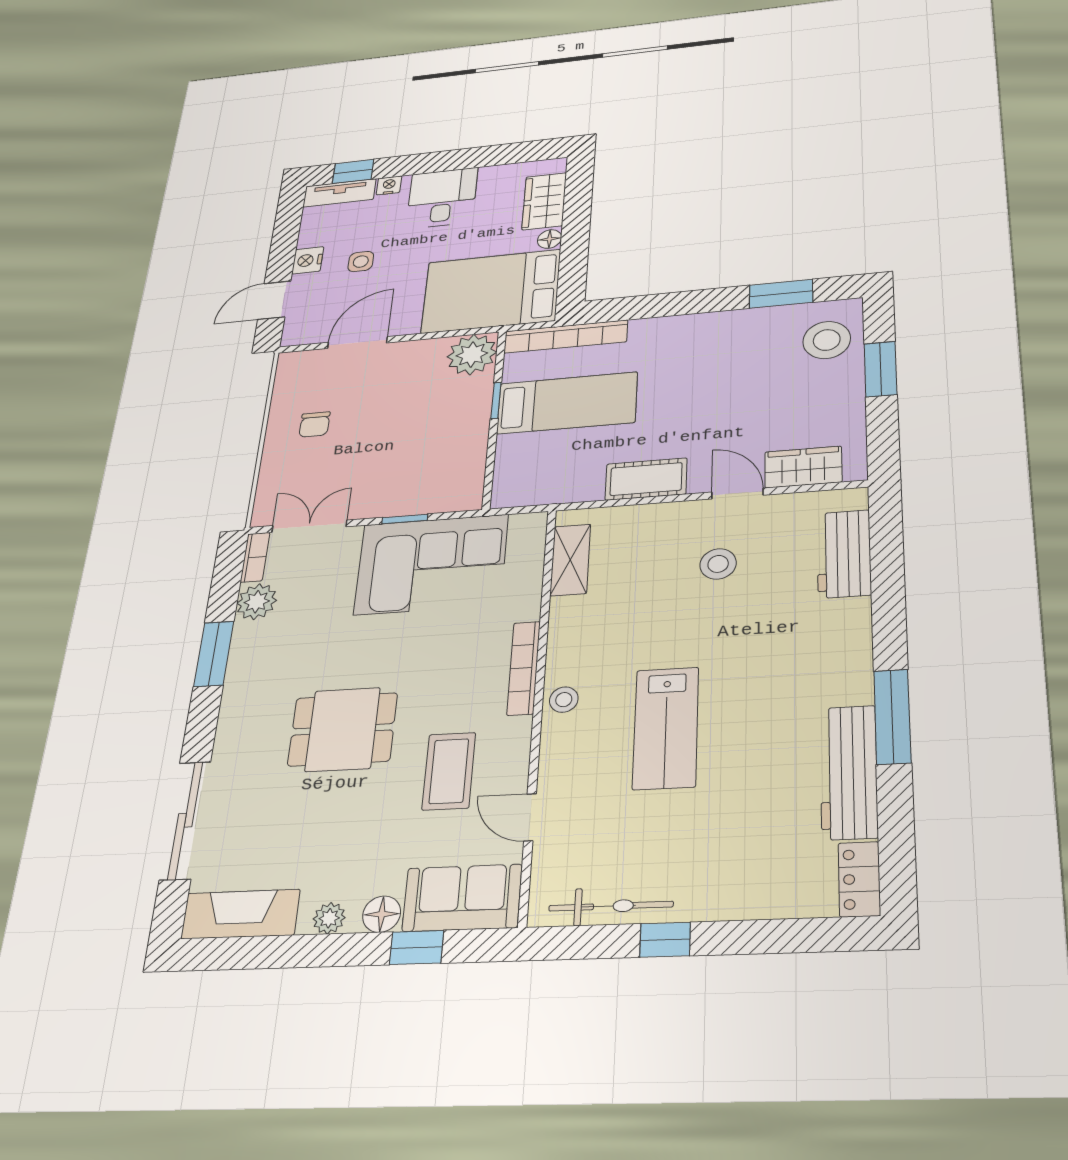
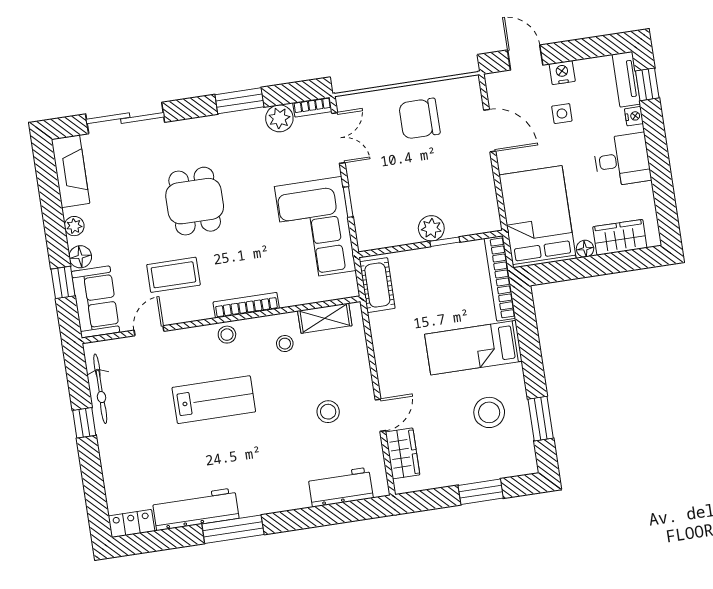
stool: (827, 340) -> (489, 412), moved
plant: (472, 354) -> (431, 228), moved, width x0.73, depth x0.73
bed: (567, 403) -> (473, 348), moved, turned 90
chair: (315, 424) -> (419, 119), width x1.87, depth x1.87
cot: (646, 479) -> (377, 285), moved
stool: (597, 617) -> (285, 344), added
lab bench: (666, 728) -> (214, 400), turned 180

